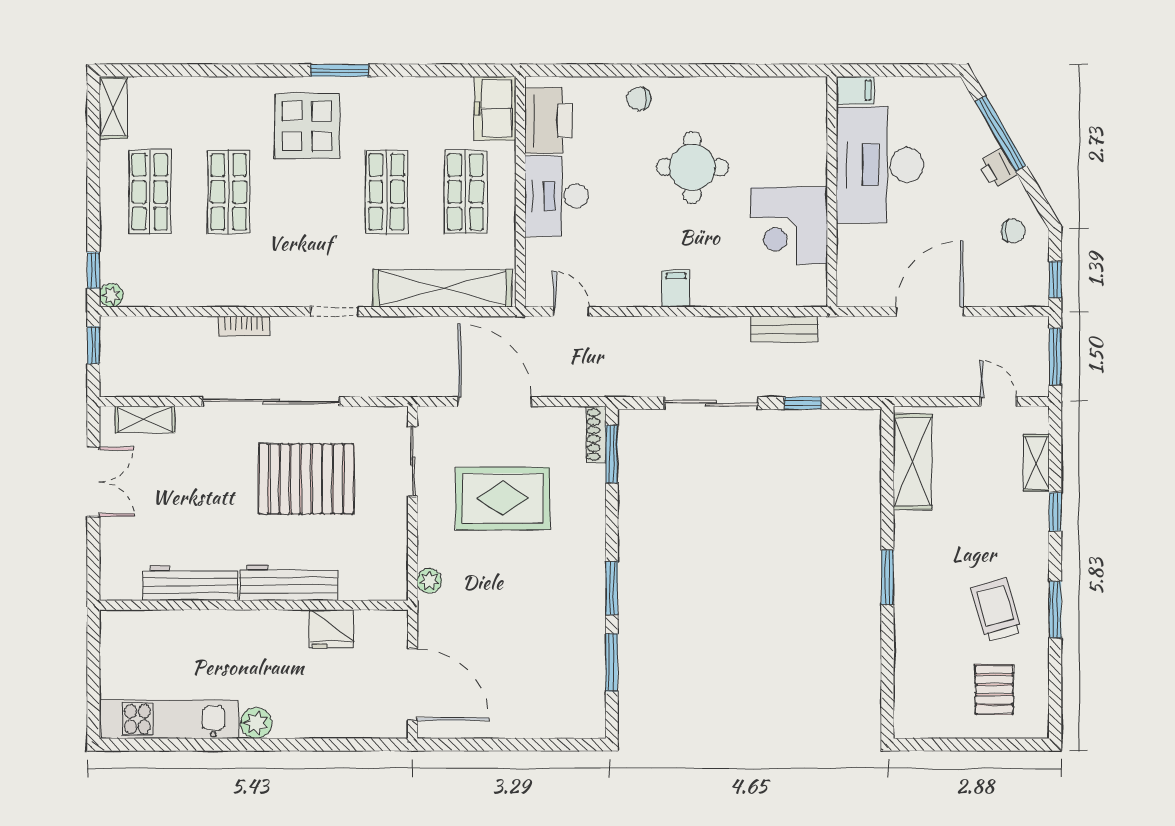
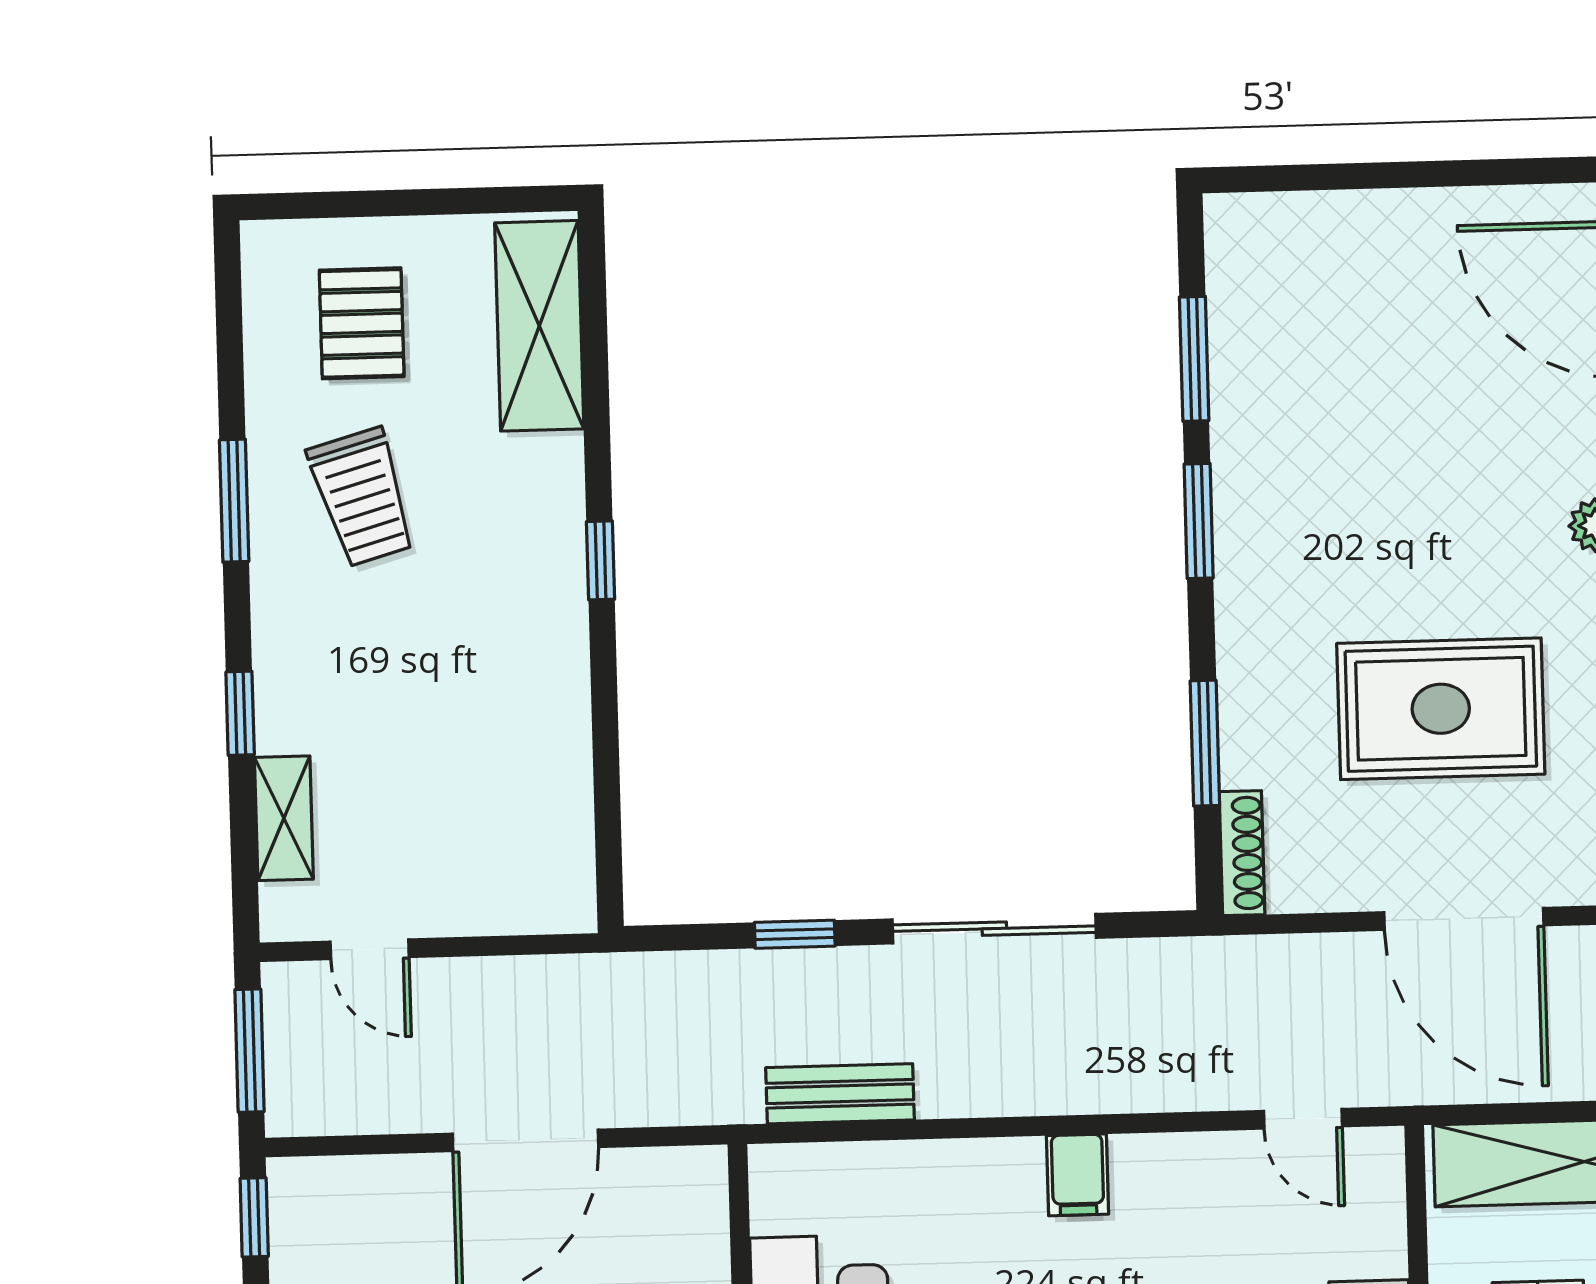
window: (612, 454) -> (1205, 743), moved
shelving: (913, 462) -> (539, 326), moved
window: (887, 577) -> (601, 560), width x0.67

